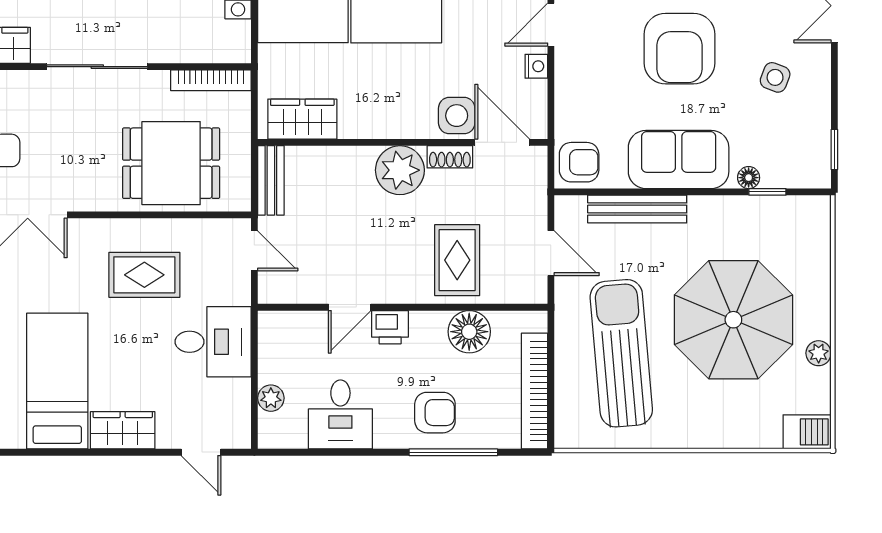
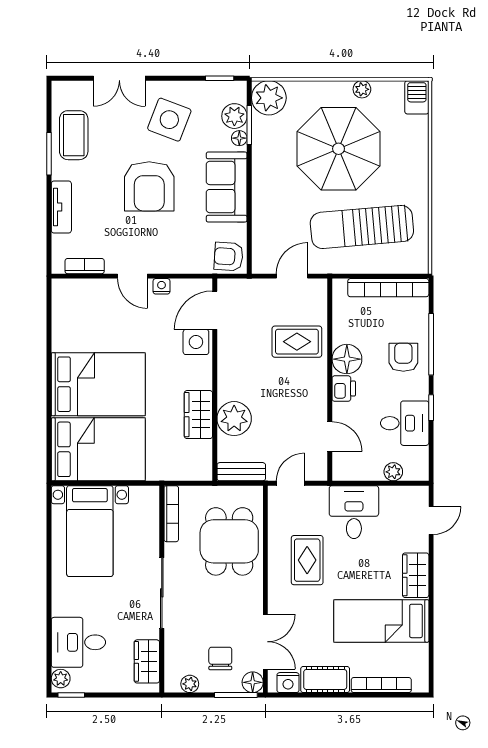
armchair: (679, 49) -> (149, 186), turned 90
side table: (775, 77) -> (169, 120), width x1.87, depth x1.87
wardrobe: (302, 119) -> (198, 415), moved
shoe rack: (450, 157) -> (225, 347), removed
armchair: (579, 162) -> (229, 257), turned -86
plant: (400, 170) -> (234, 419), moved
plant: (780, 171) -> (234, 116), added
window: (767, 192) -> (249, 125), width x1.50
bench: (637, 209) -> (261, 216), removed
plant: (806, 220) -> (269, 98), added
door: (350, 307) -> (330, 437), moved
floor lamp: (469, 332) -> (347, 359), moved
window: (363, 452) -> (431, 408), added

